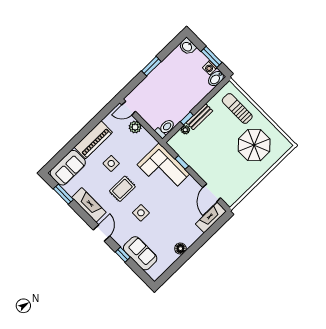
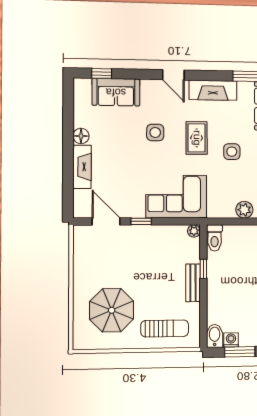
plant: (185, 130) -> (194, 231), moved
window: (182, 162) -> (141, 221), moved
fireplace: (211, 218) -> (82, 167), moved
window: (123, 255) -> (102, 73), moved

